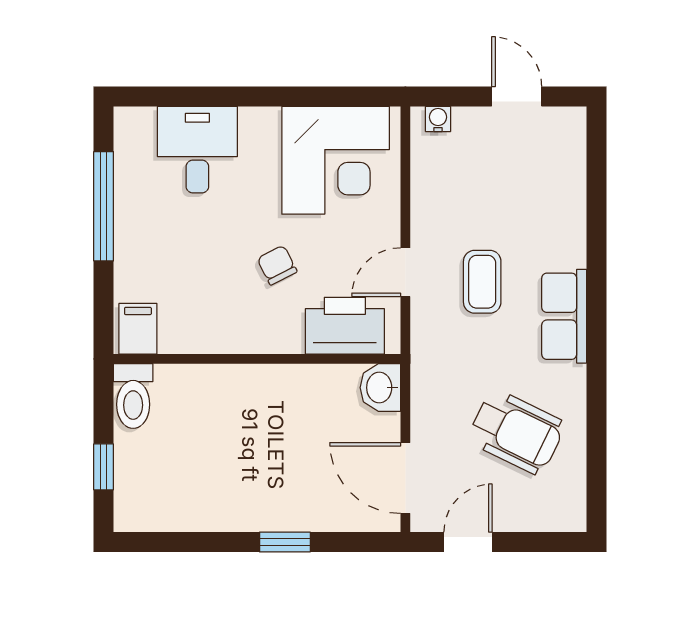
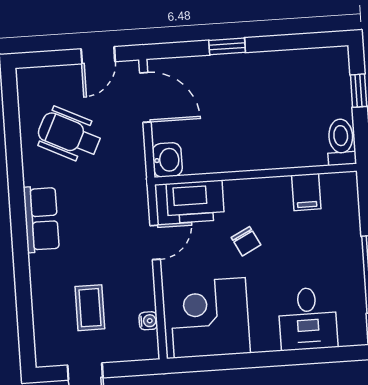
water cooler: (438, 119) -> (148, 321), moved, turned -90
coffee table: (482, 282) -> (90, 308), moved
filing cabinet: (138, 329) -> (306, 192), moved

